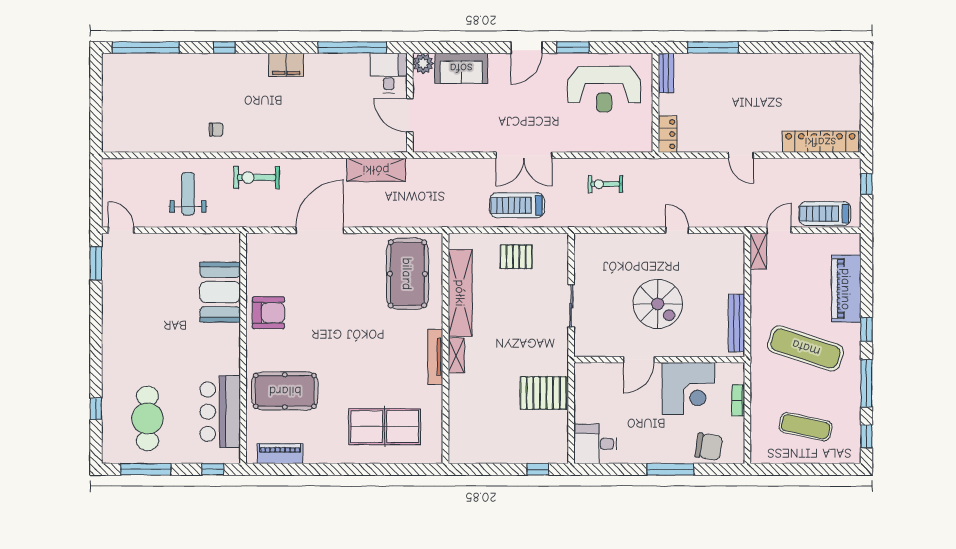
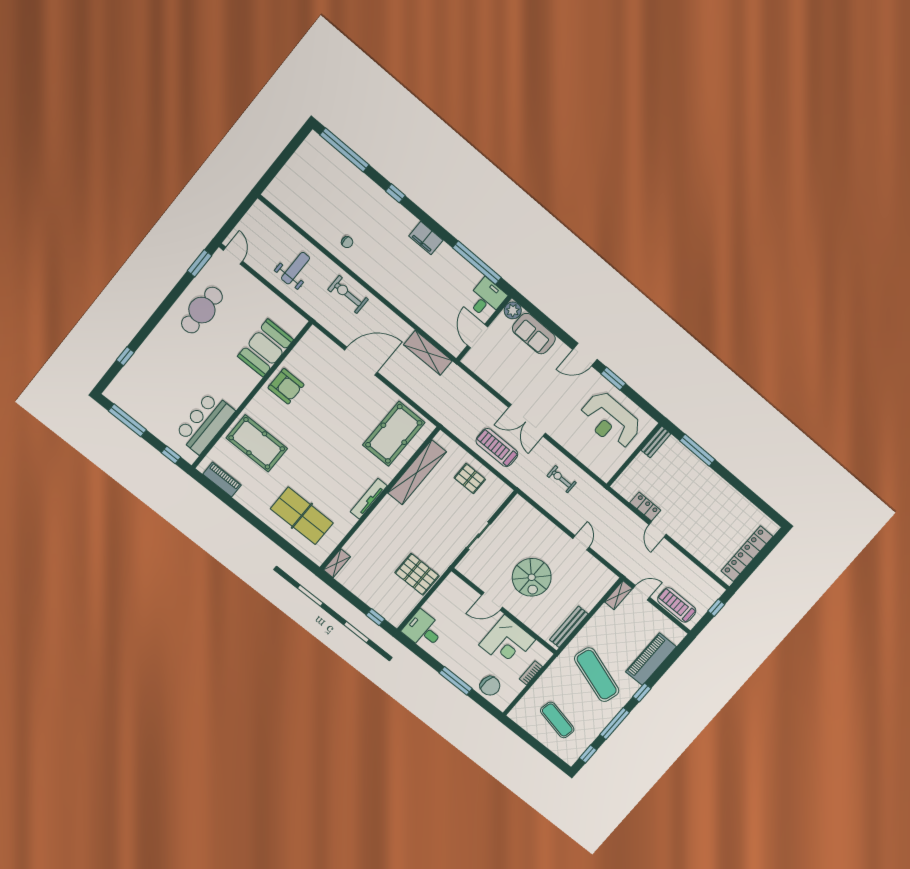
locker: (668, 134) -> (645, 507), moved, turned -90
locker: (820, 142) -> (747, 554), moved, turned -90
shelving: (456, 356) -> (337, 563), moved
cafe table: (147, 418) -> (202, 310), moved

